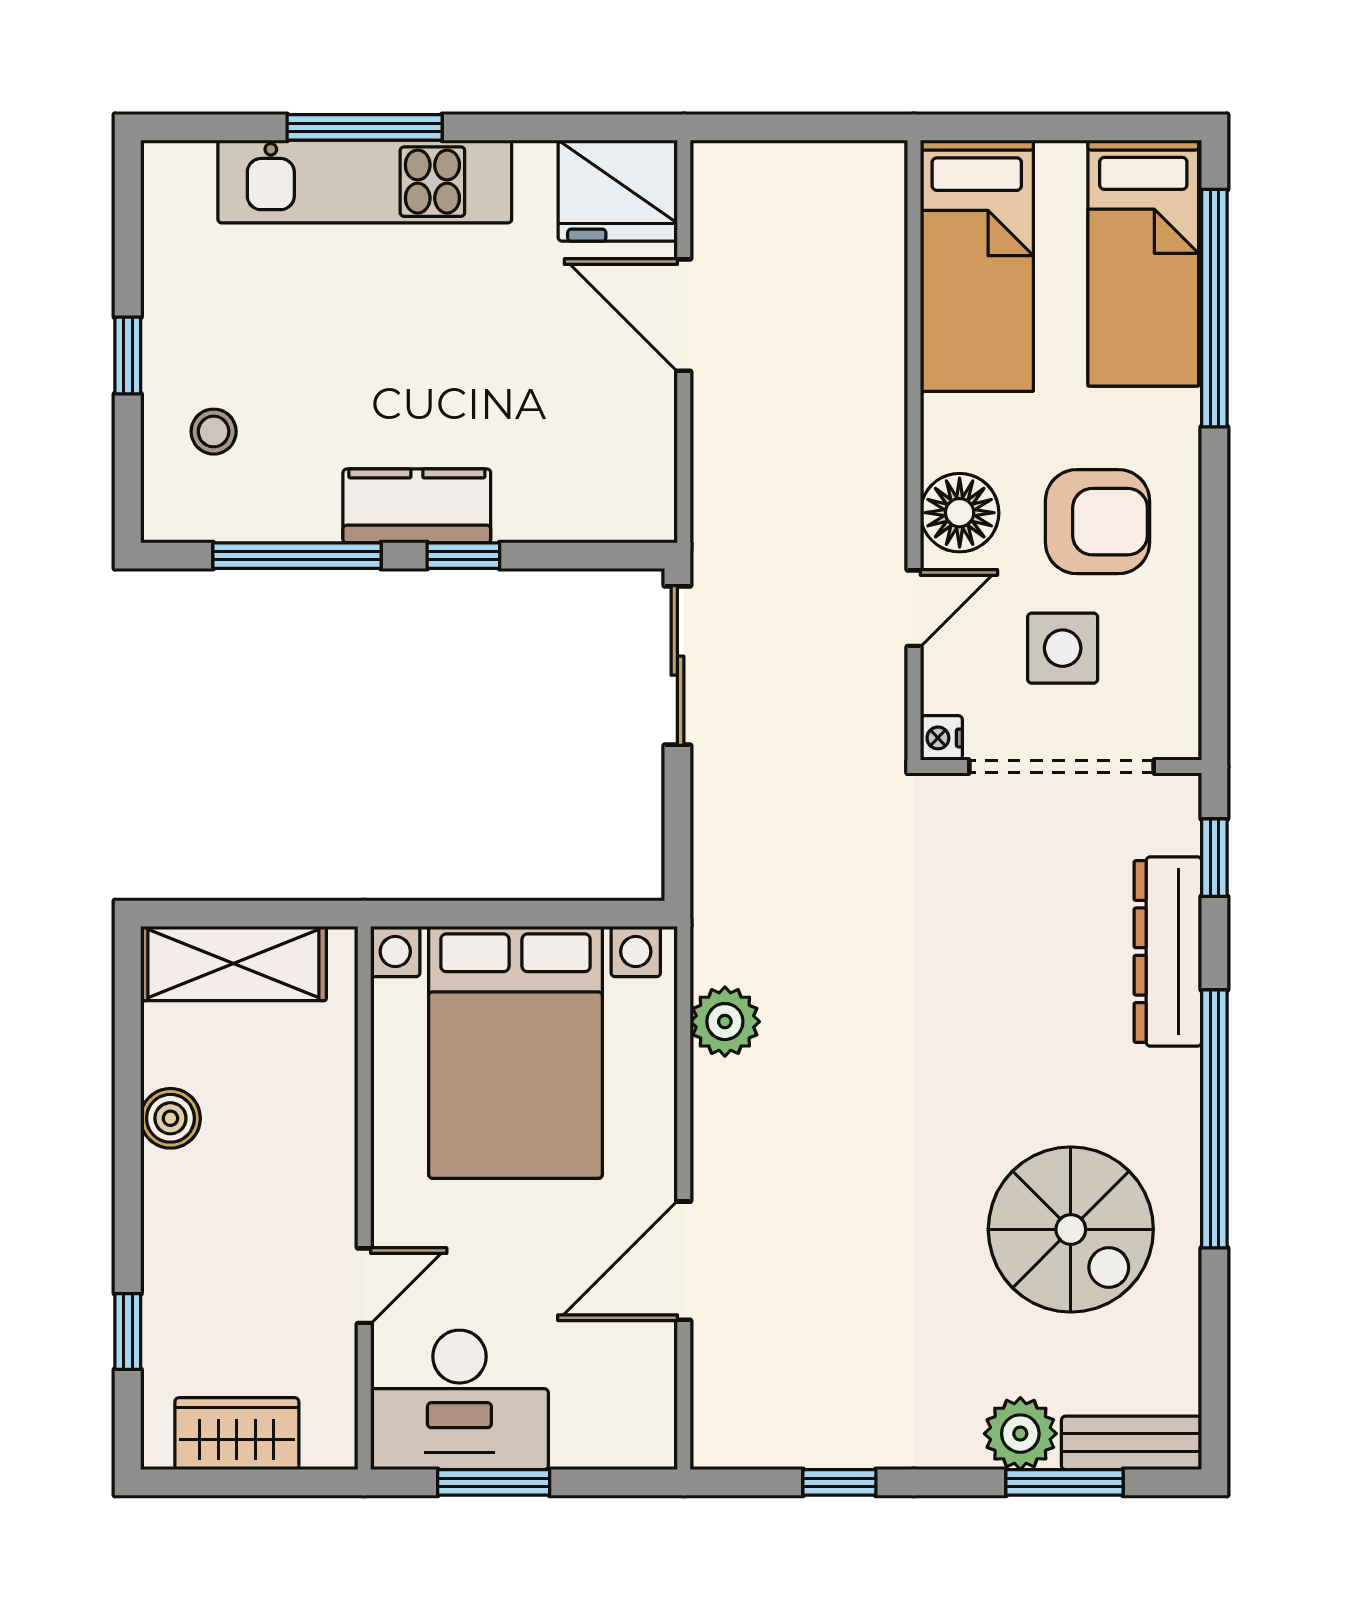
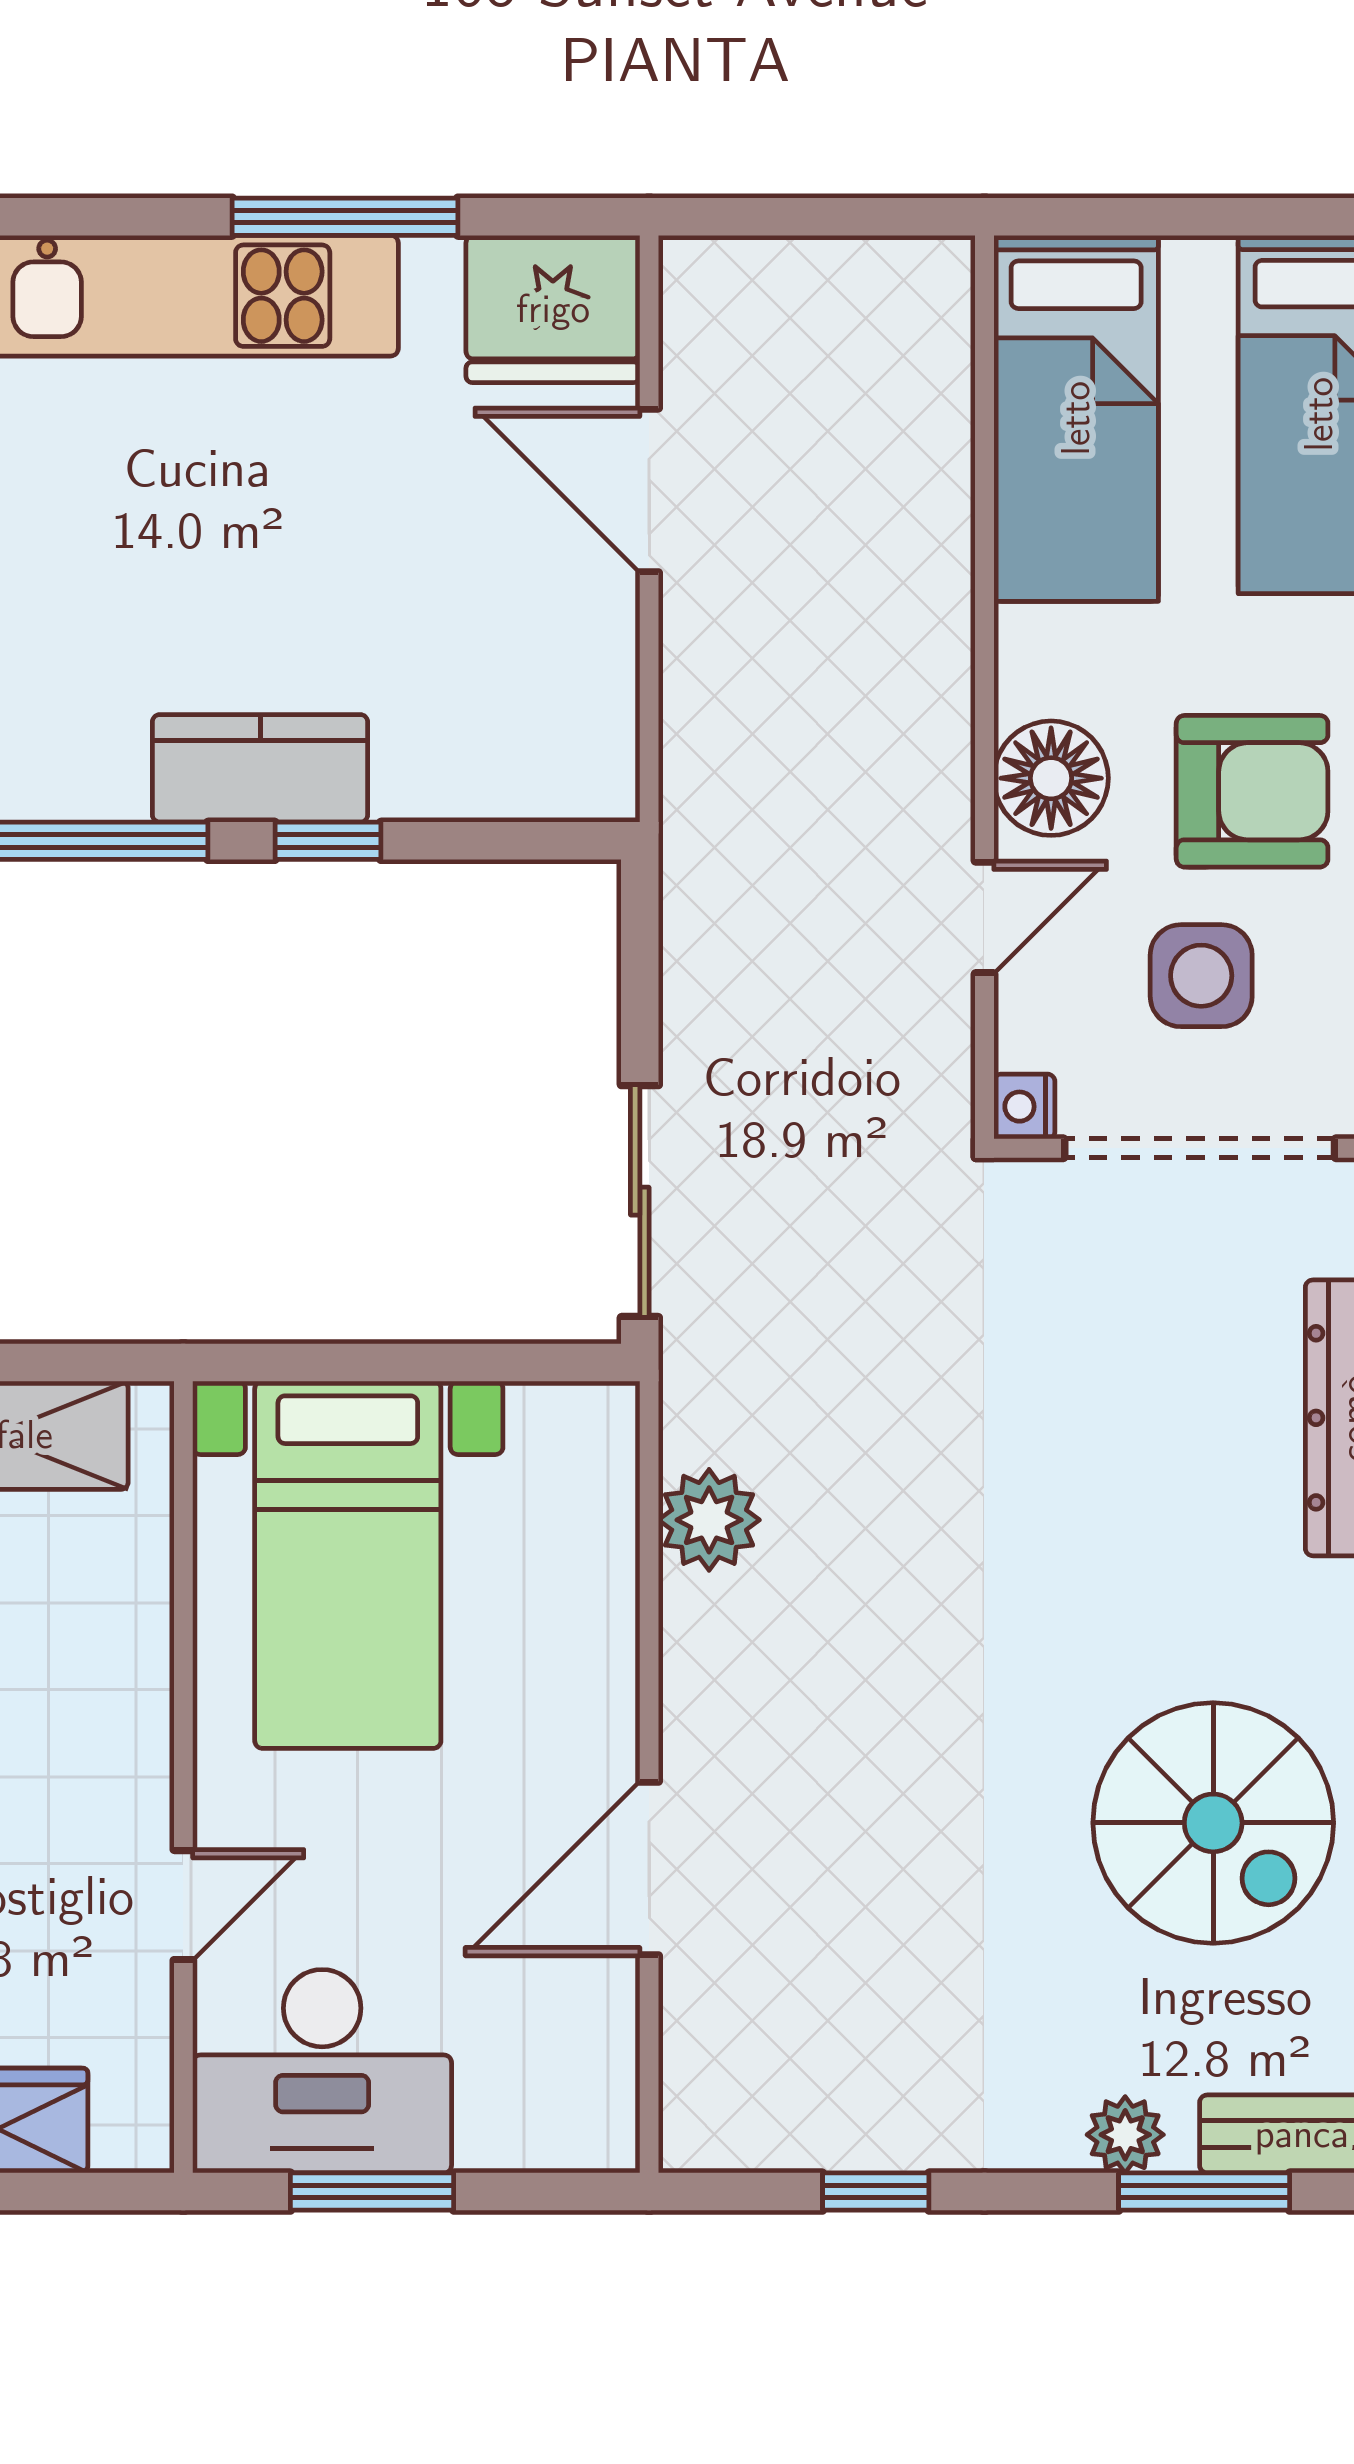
window: (365, 127) -> (345, 217), moved
sliding door: (677, 666) -> (640, 1201), moved
bed with nightstands: (516, 1052) -> (348, 1565), width x0.73
plant: (1020, 1434) -> (1125, 2135), width x0.73, depth x0.73

